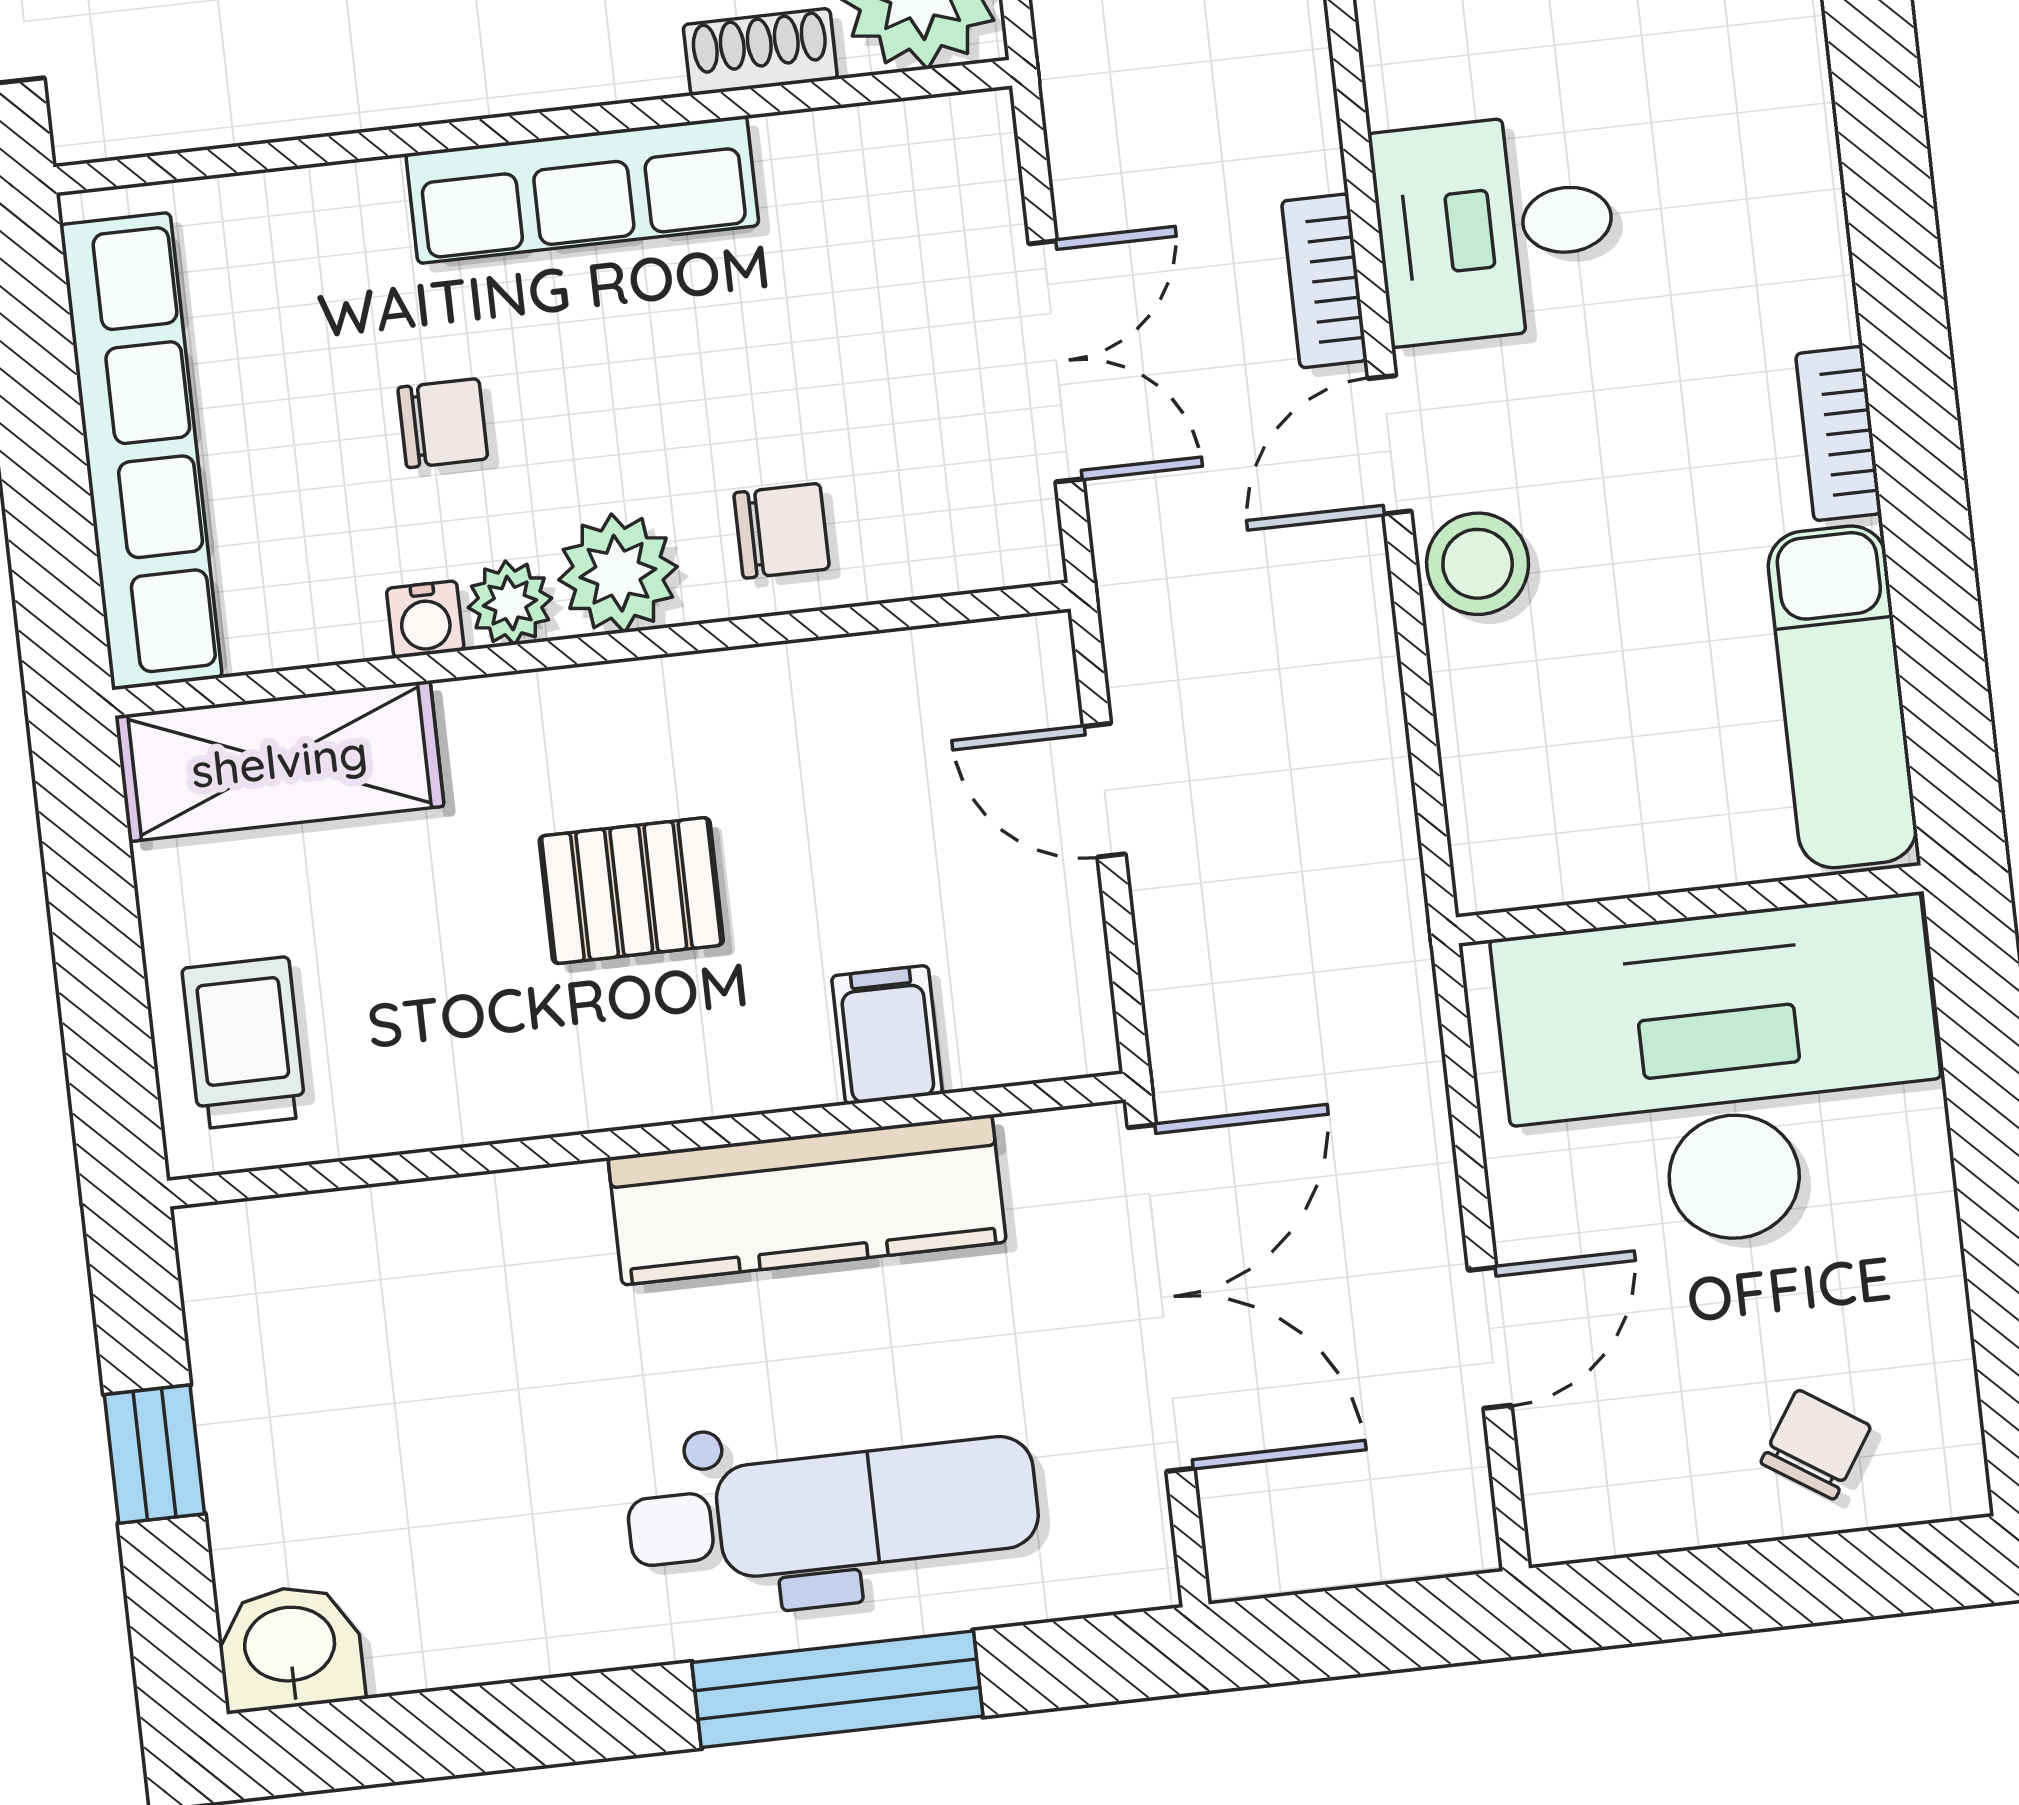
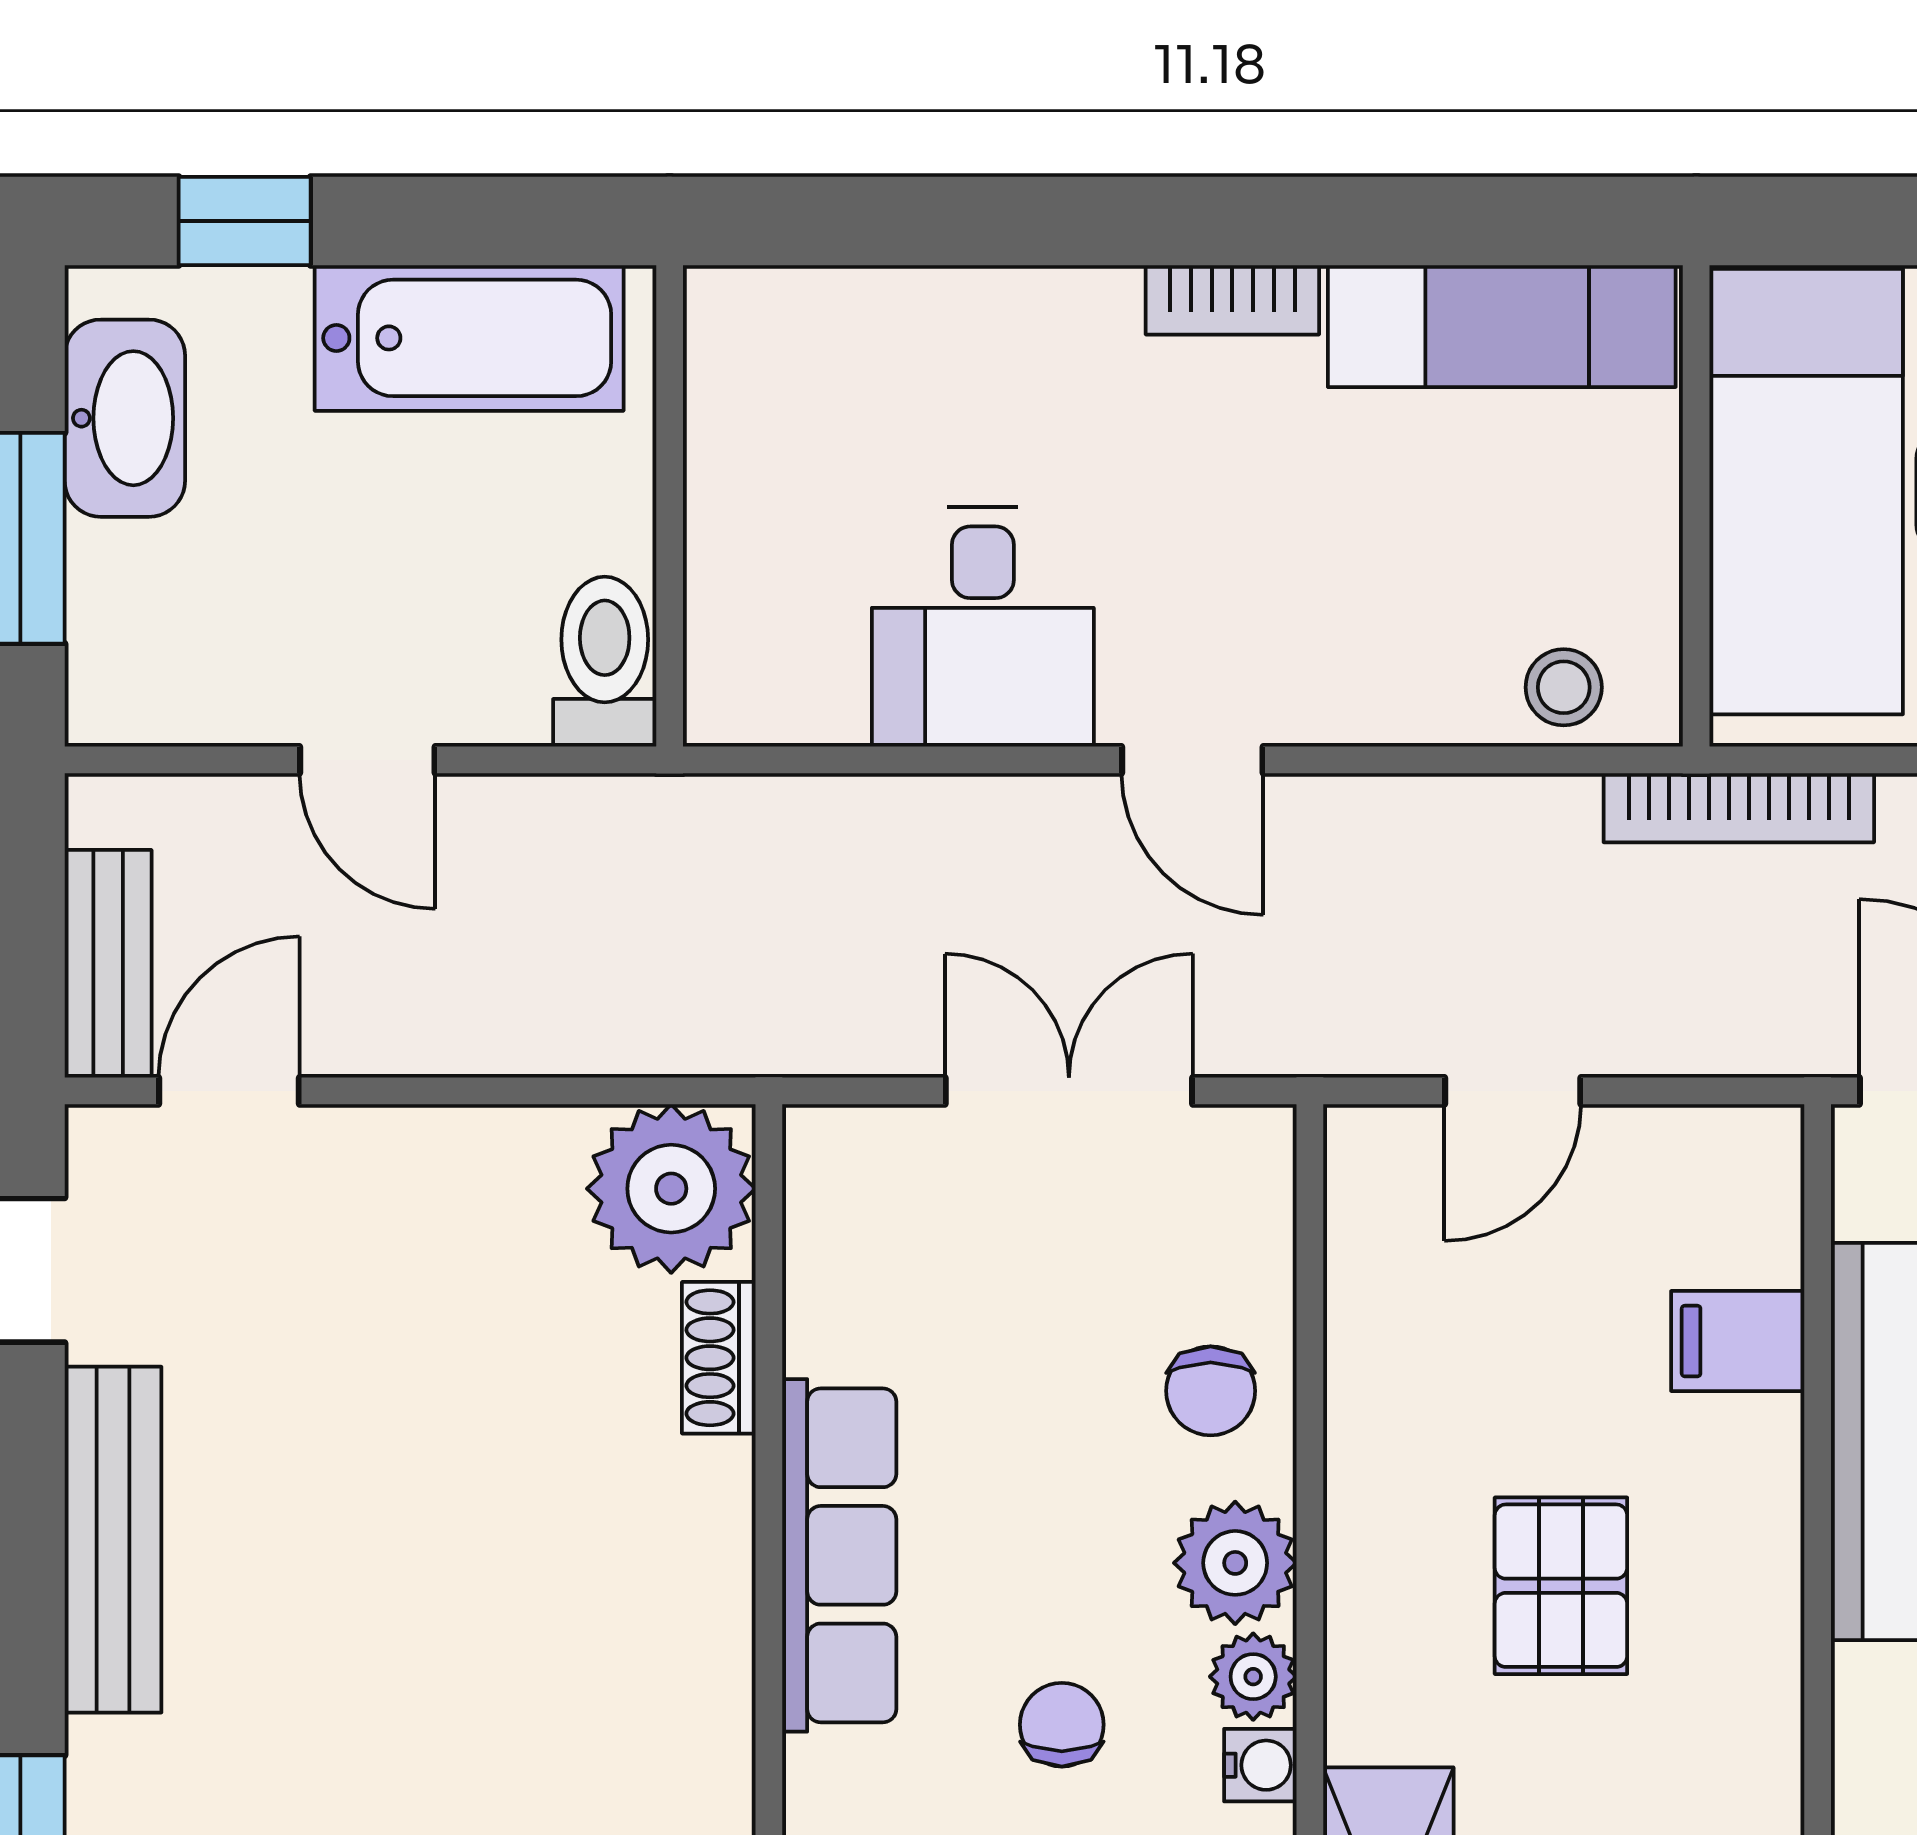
bookcase: (1324, 281) -> (1739, 808), moved, width x1.56
chair: (782, 531) -> (1211, 1391), turned 180
stool: (1478, 564) -> (1564, 687), moved, width x0.73, depth x0.73

